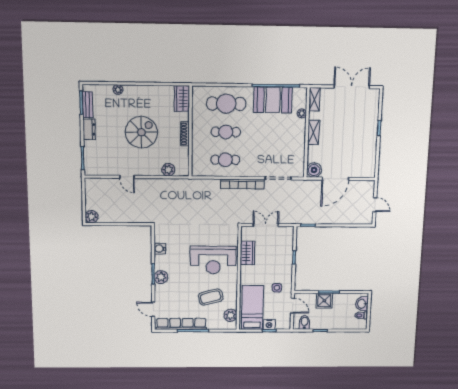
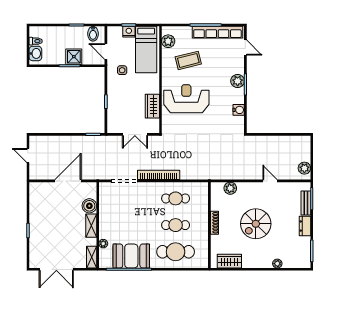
wardrobe: (182, 99) -> (229, 261), moved, turned -90
bench: (88, 105) -> (306, 203), moved
boiler: (314, 170) -> (89, 206), moved
plant: (92, 217) -> (304, 168), moved

